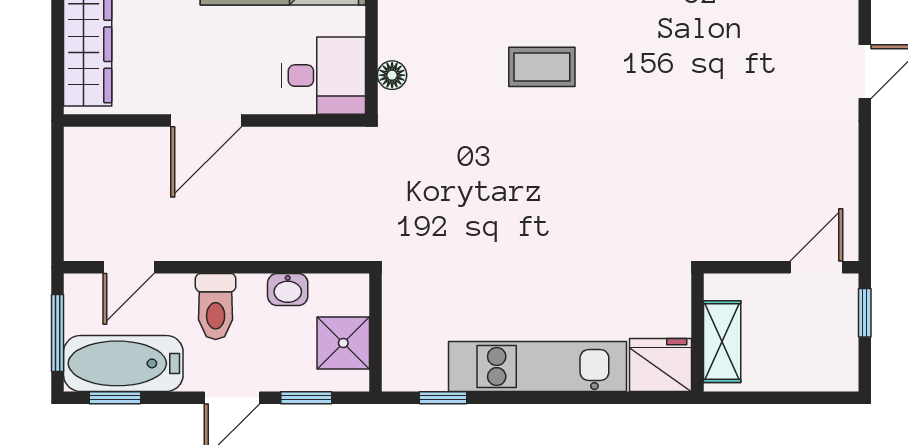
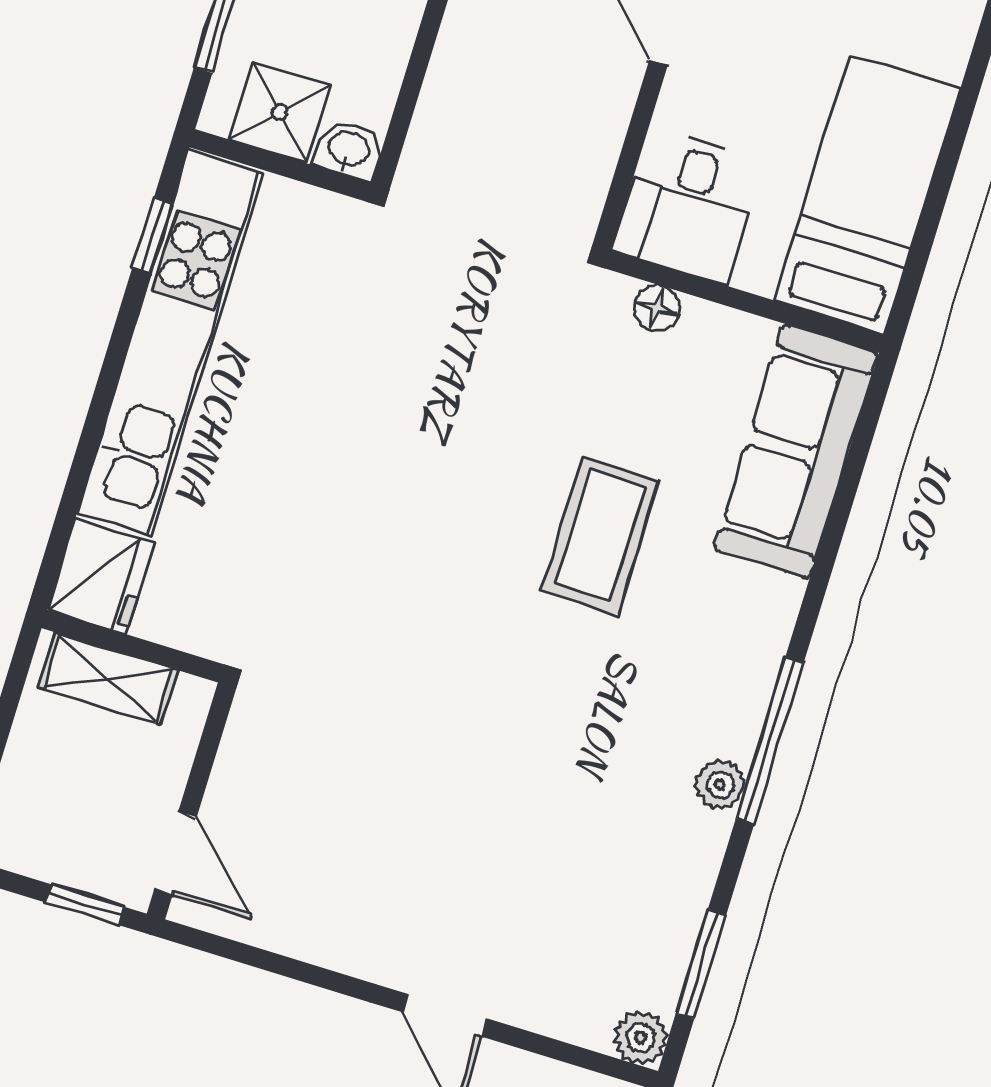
coffee table: (542, 67) -> (600, 536), width x1.36, depth x1.30
washbasin: (288, 290) -> (349, 150), moved, turned 90
kitchen unit: (538, 367) -> (170, 343), width x1.36

